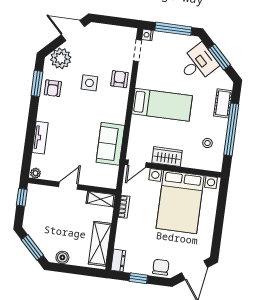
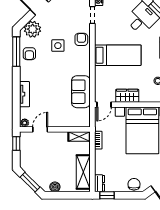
window: (37, 83) -> (16, 52), width x1.44
door: (68, 186) -> (40, 129), moved
window: (138, 278) -> (107, 195), moved

